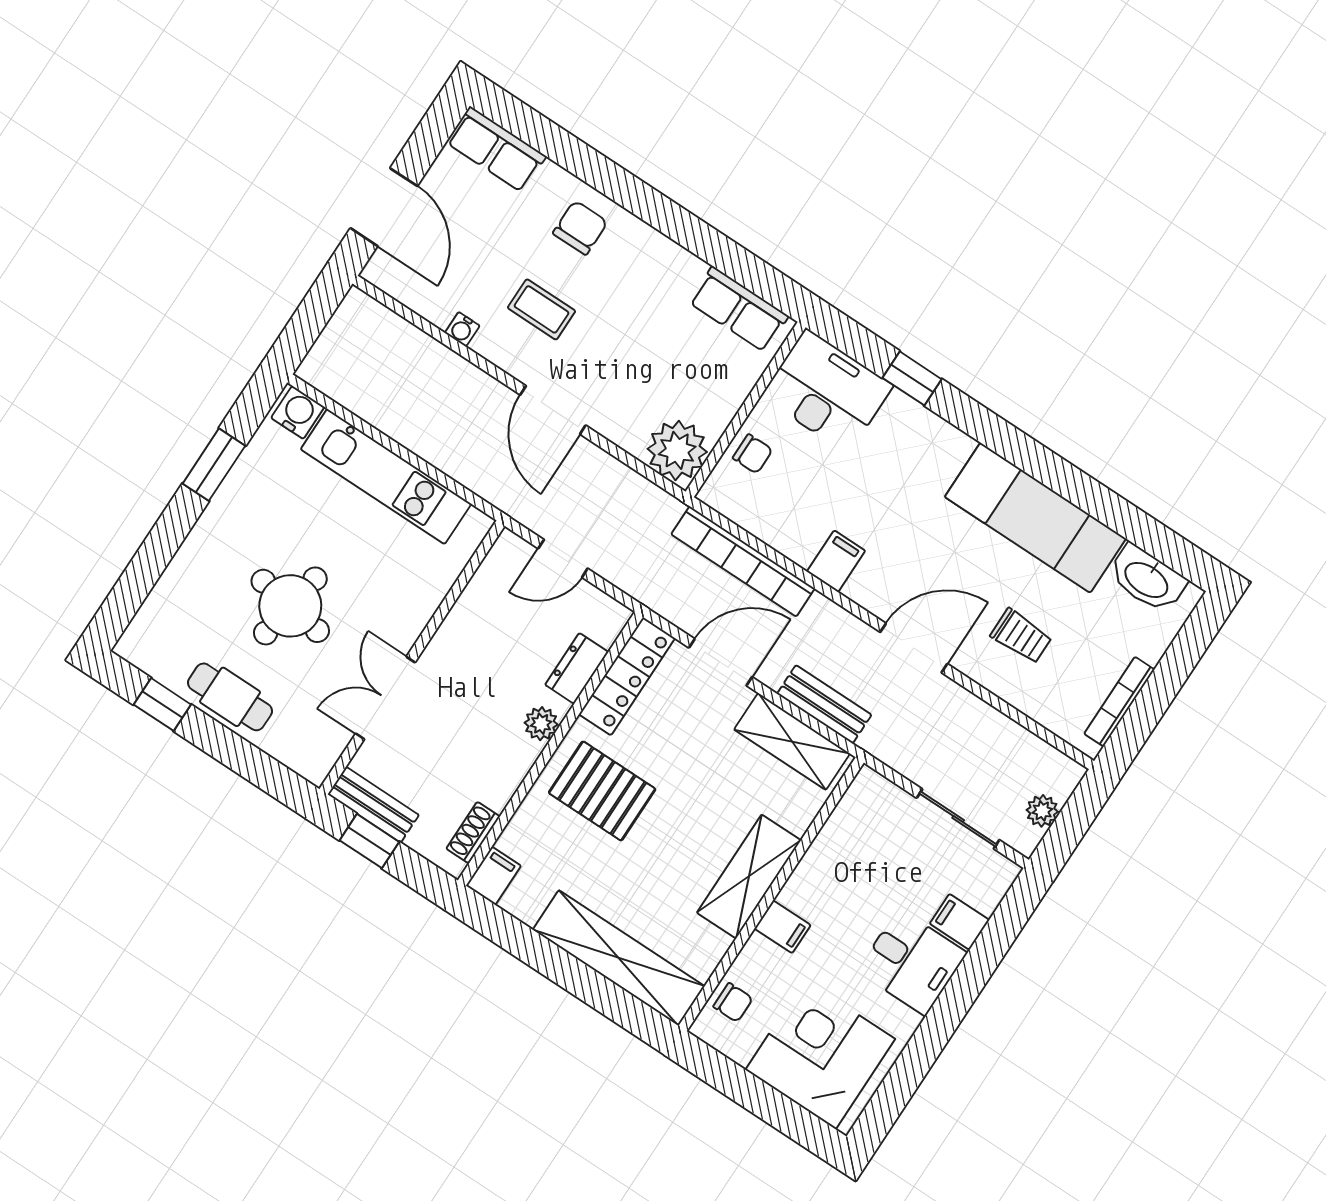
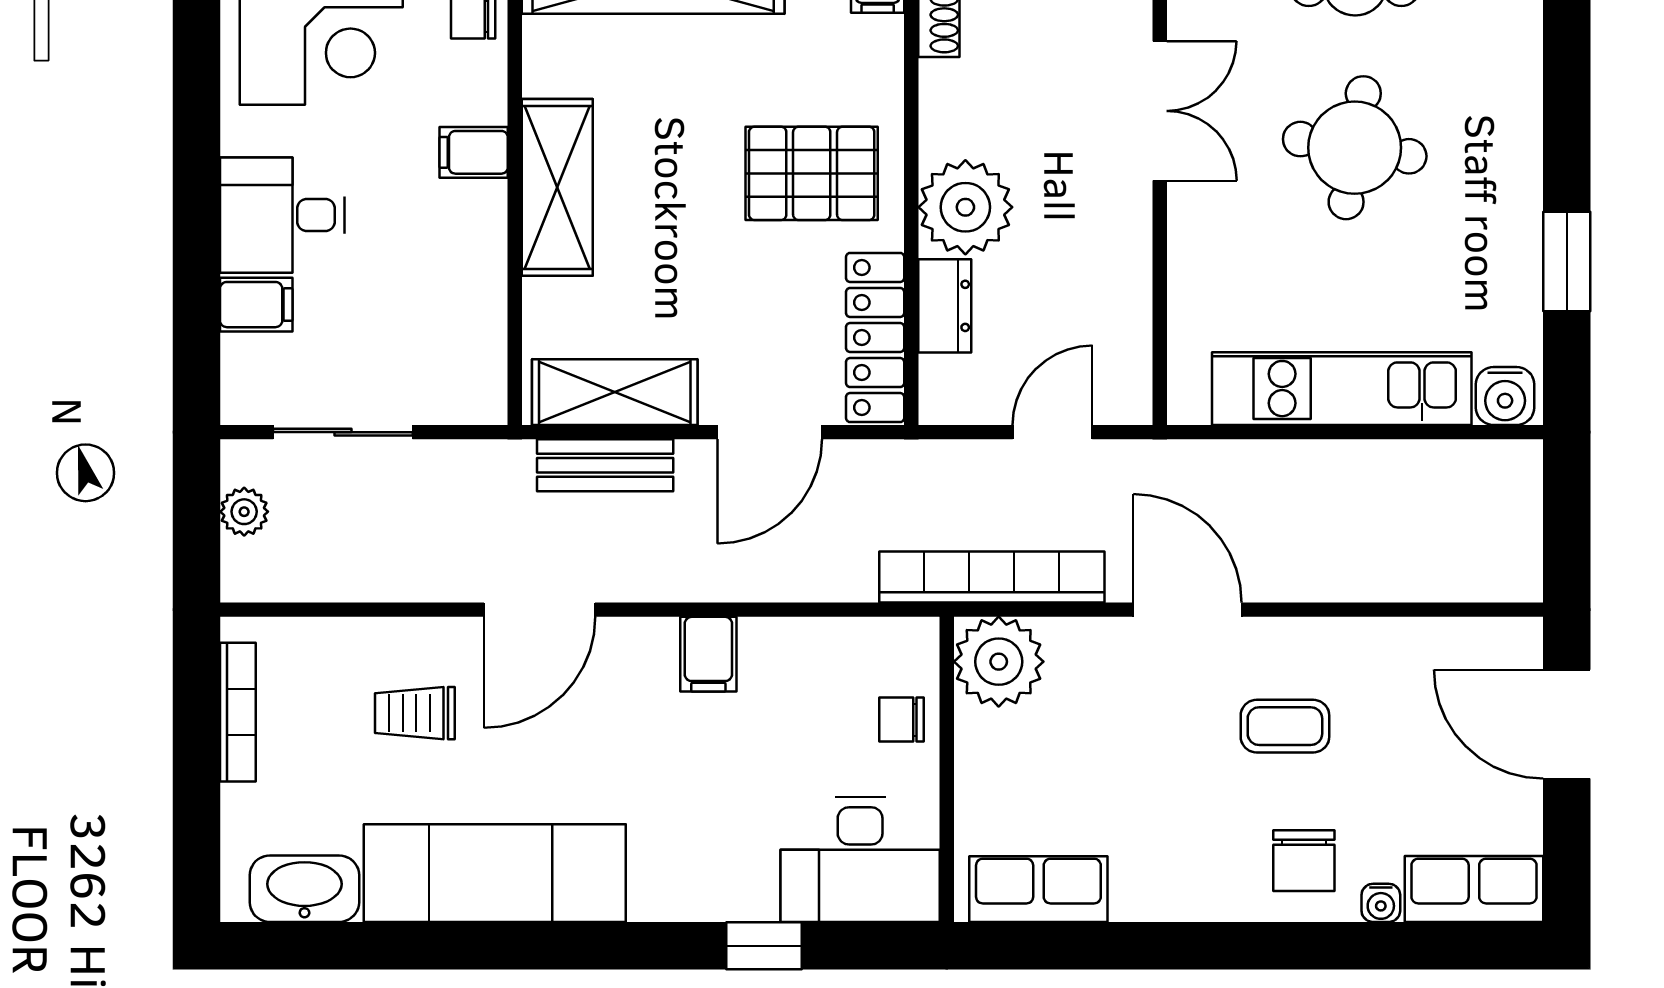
water cooler: (462, 329) -> (1381, 903), moved, turned 180
bookcase: (743, 561) -> (992, 577), moved
plant: (541, 724) -> (965, 207), width x1.88, depth x1.88

